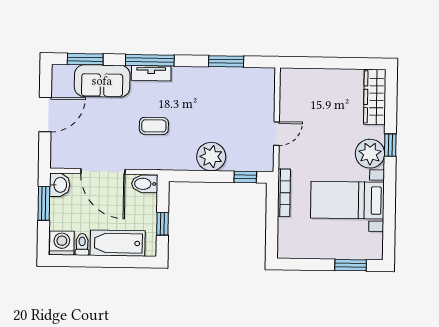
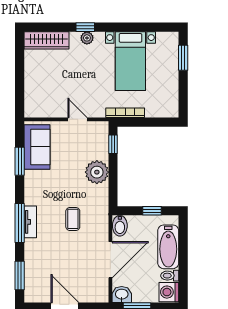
sofa: (102, 81) -> (37, 147), moved
plant: (370, 154) -> (87, 38), width x0.53, depth x0.53

